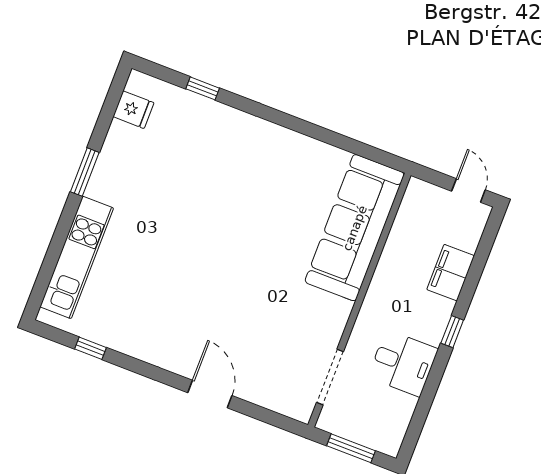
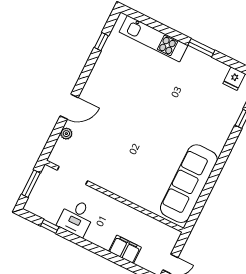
sofa: (355, 228) -> (189, 184), moved, turned -90
window: (452, 332) -> (50, 226), moved
plant: (257, 395) -> (66, 134), added

